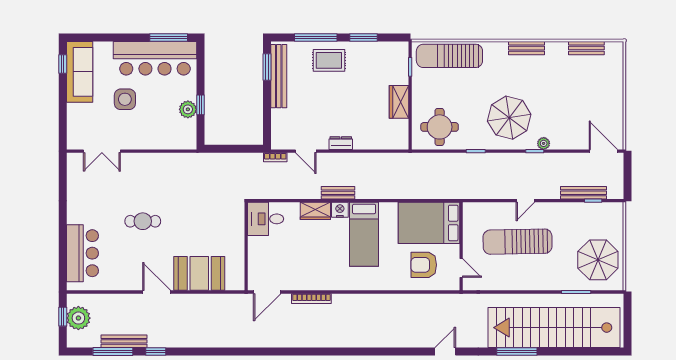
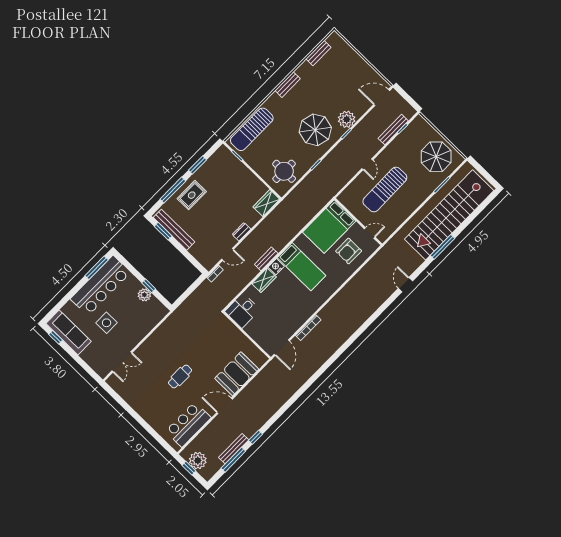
wardrobe: (399, 102) -> (266, 203), moved, turned 90
plant: (544, 143) -> (347, 119), width x1.88, depth x1.88
bar counter: (82, 253) -> (188, 424), moved, turned -90

